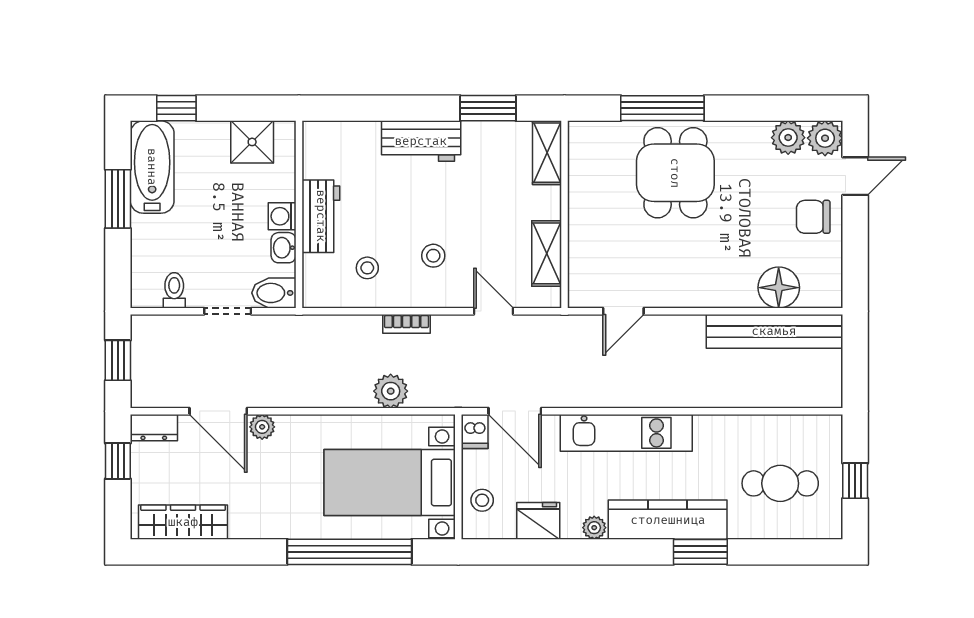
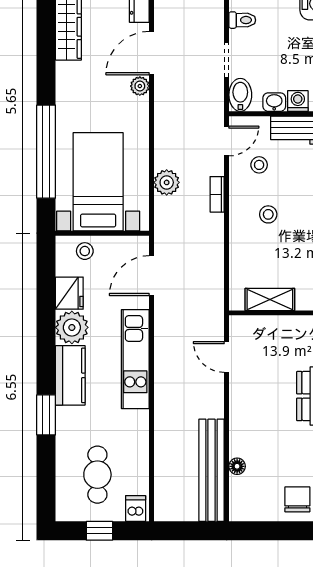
floor lamp: (779, 288) -> (237, 466), width x0.53, depth x0.53
door: (493, 311) -> (227, 141), moved
dishwasher: (475, 431) -> (136, 509), moved, turned 90
kitchen counter: (668, 520) -> (70, 375), width x0.67
plant: (594, 528) -> (72, 327), width x1.87, depth x1.87

